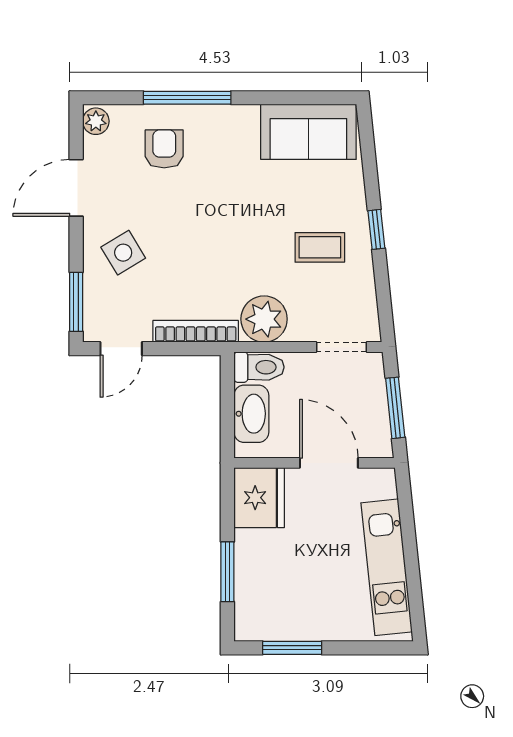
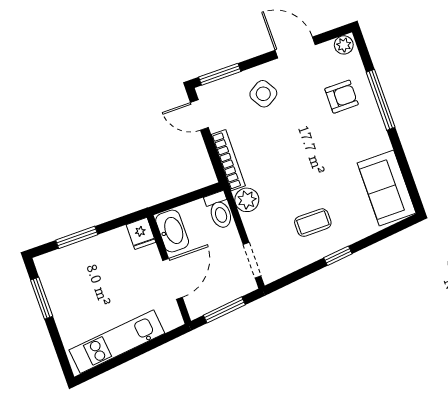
coffee table: (320, 247) -> (313, 223), turned 90
plant: (264, 319) -> (247, 200), width x0.73, depth x0.73
washbasin: (251, 414) -> (172, 231), moved, turned -90
fridge: (259, 498) -> (141, 233), width x0.53, depth x0.75

